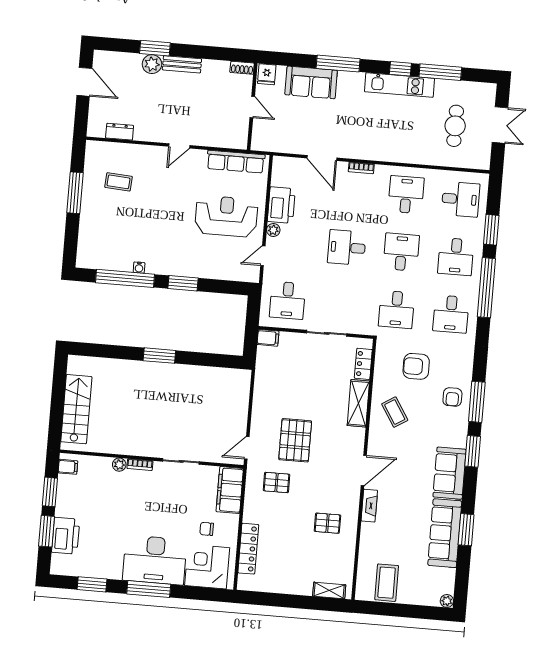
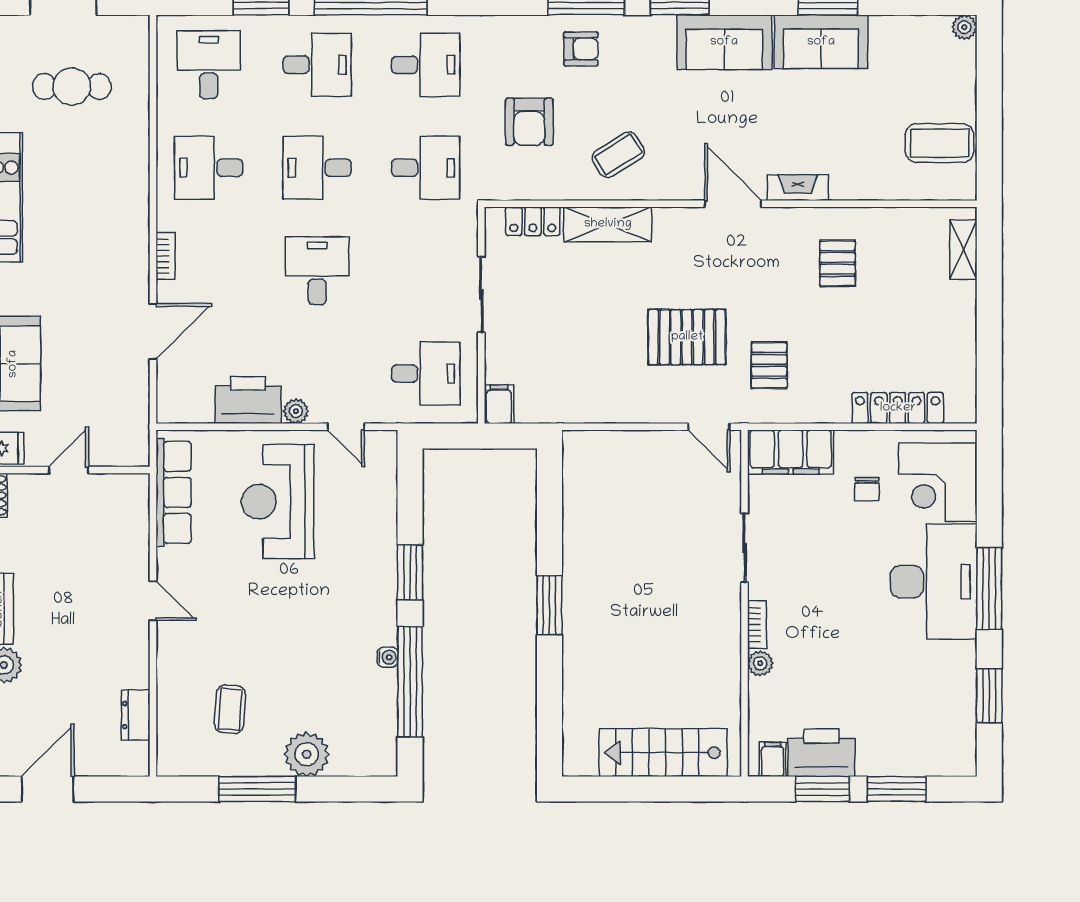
plant: (91, 220) -> (307, 754), added
desk: (347, 247) -> (317, 271), turned 180
sofa: (445, 533) -> (821, 42), width x0.73
printer: (66, 536) -> (821, 753), moved

